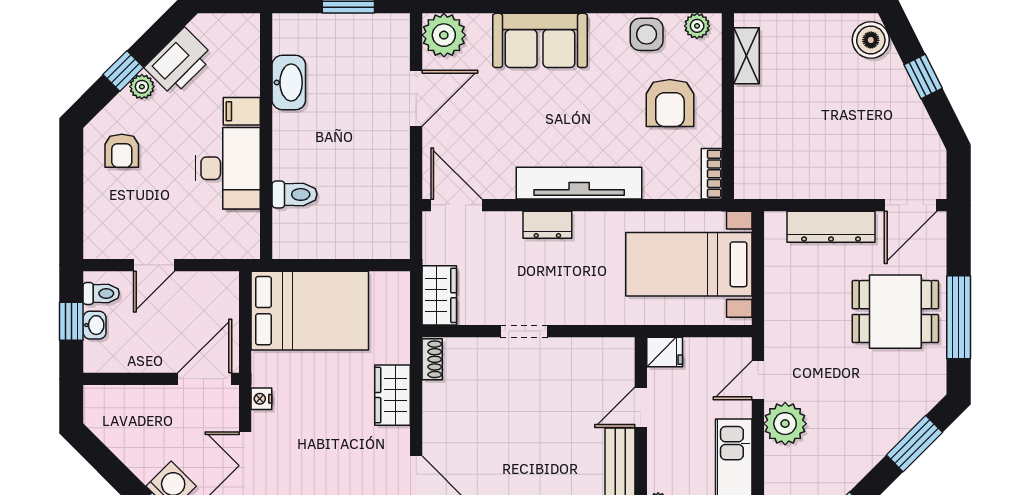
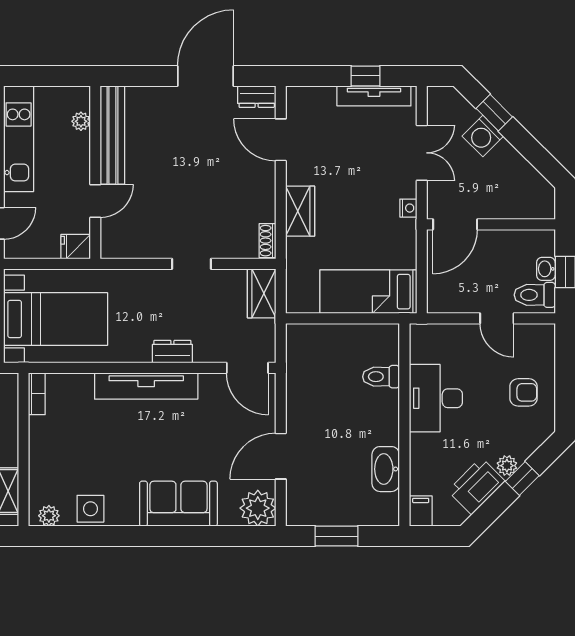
armchair: (670, 103) -> (71, 452), removed
filing cabinet: (242, 111) -> (421, 511), moved, turned -90
armchair: (122, 151) -> (524, 392), moved, turned 90
door: (154, 265) -> (497, 318), swing flipped
toilet: (101, 293) -> (535, 295), width x1.37, depth x1.39
bed: (310, 311) -> (368, 292), width x0.67

